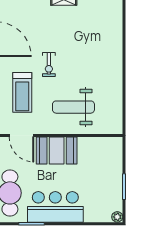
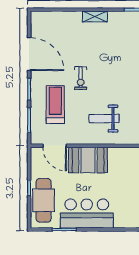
treadmill: (22, 92) -> (55, 105), turned 180
weight bench: (73, 107) -> (104, 119), width x0.73, depth x0.75

